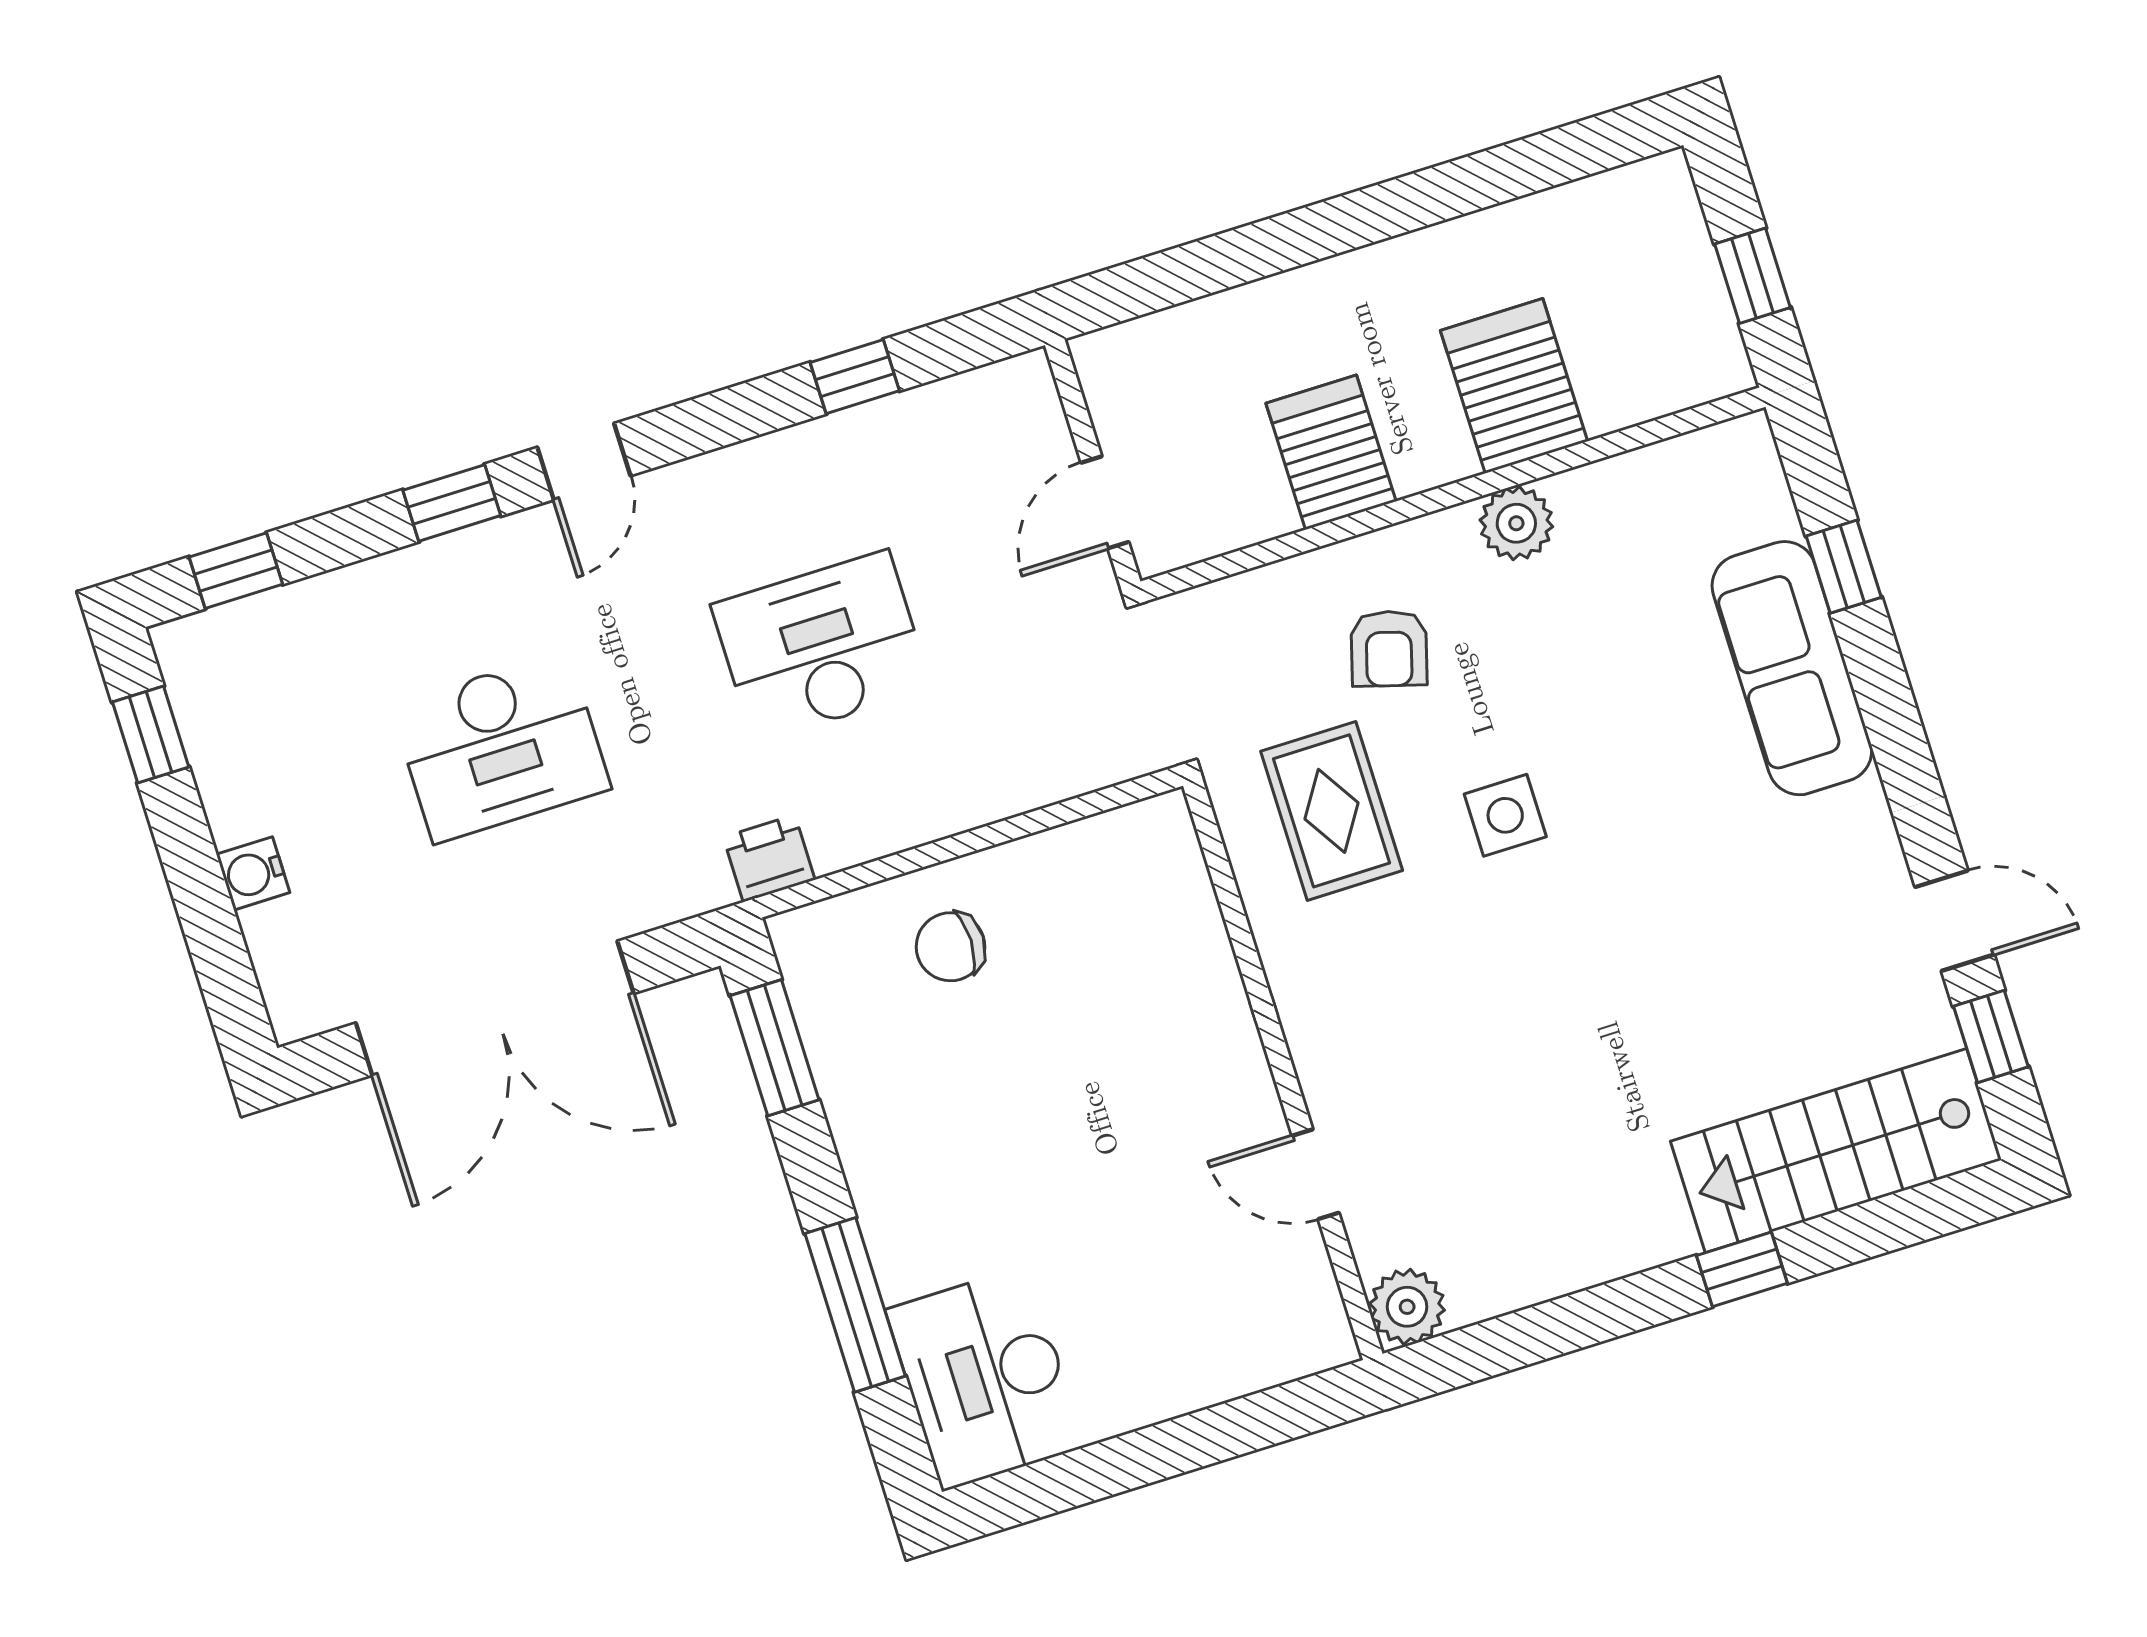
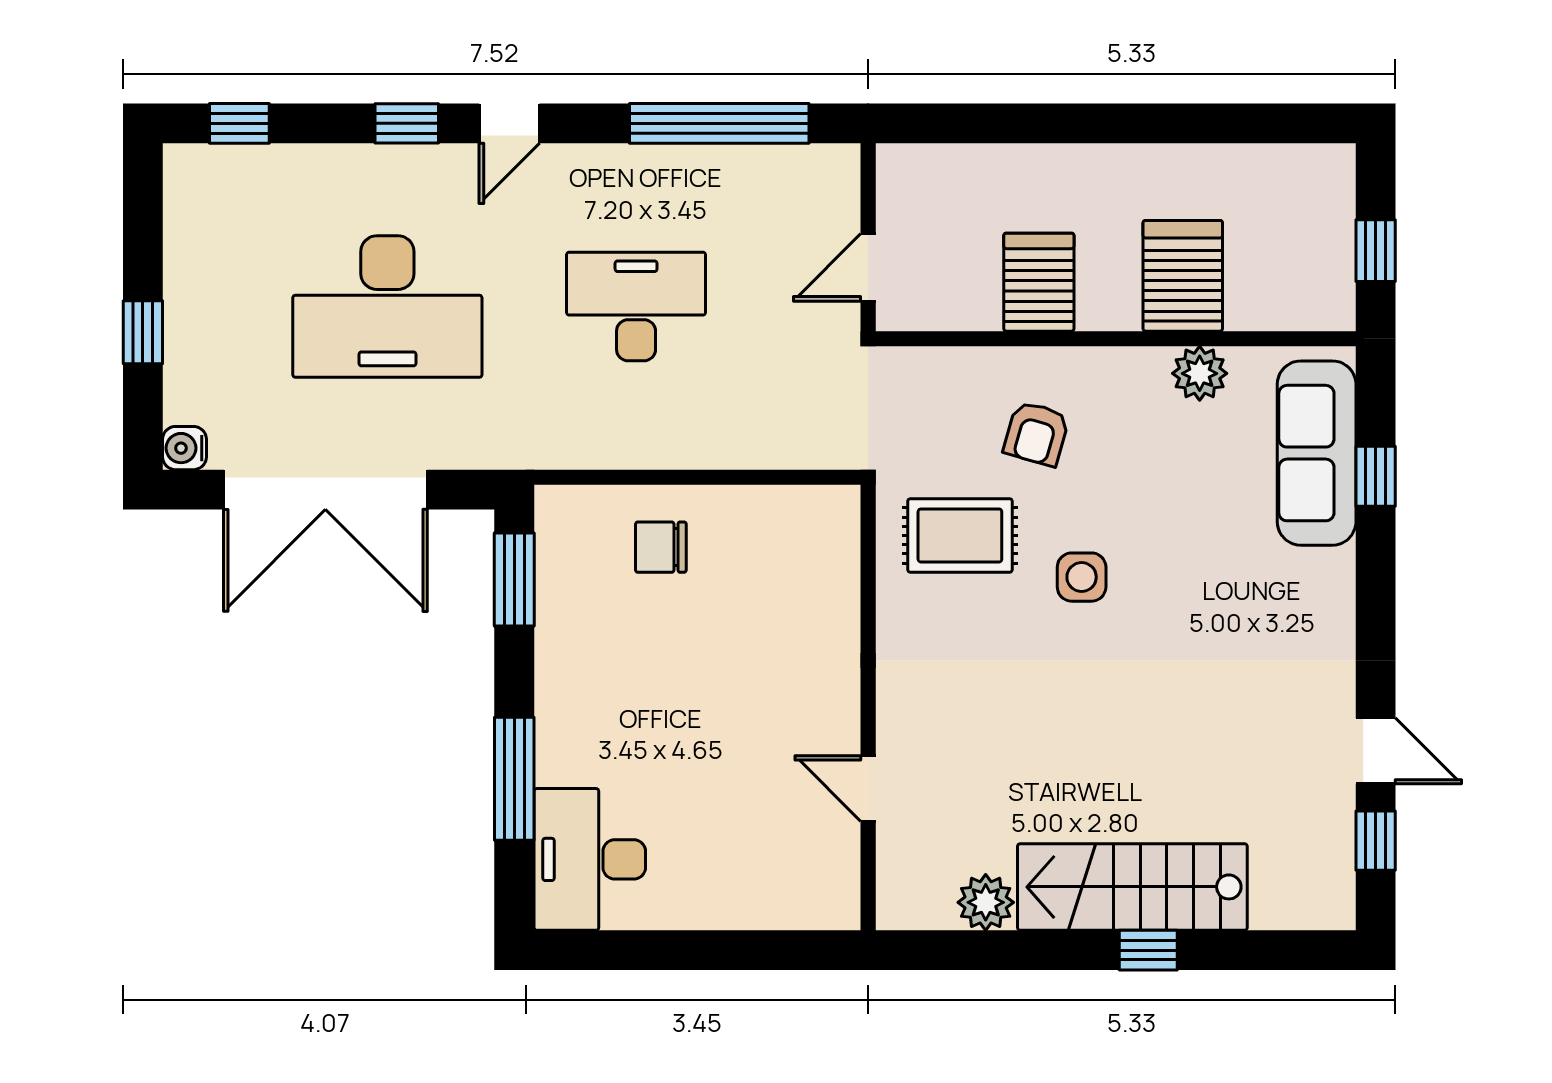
window: (855, 377) -> (719, 123), width x3.17
plant: (1516, 523) -> (1200, 373), moved
sofa: (1792, 668) -> (1317, 453), moved
window: (151, 735) -> (143, 332), moved
desk: (501, 747) -> (387, 307), width x1.36, depth x1.30
rug: (1332, 811) -> (960, 535), turned 90
printer: (769, 858) -> (552, 445), removed
water cooler: (253, 873) -> (184, 448), moved
stairs: (1836, 1151) -> (1132, 887), moved
plant: (1407, 1307) -> (986, 902), moved

